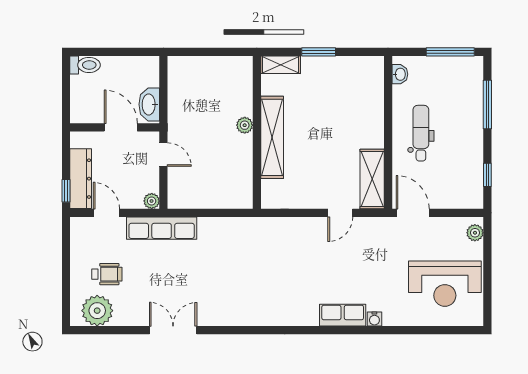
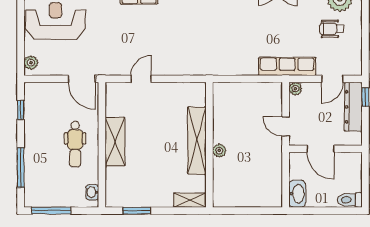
window: (319, 52) -> (137, 211), moved
washbasin: (149, 104) -> (297, 194), moved
shelving: (372, 179) -> (115, 142), moved
door: (106, 213) -> (332, 79), hinge flipped

